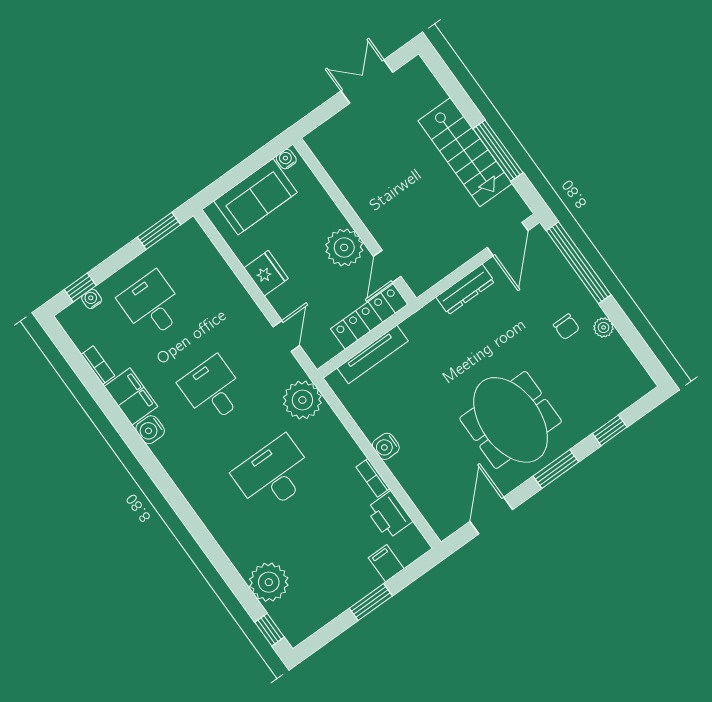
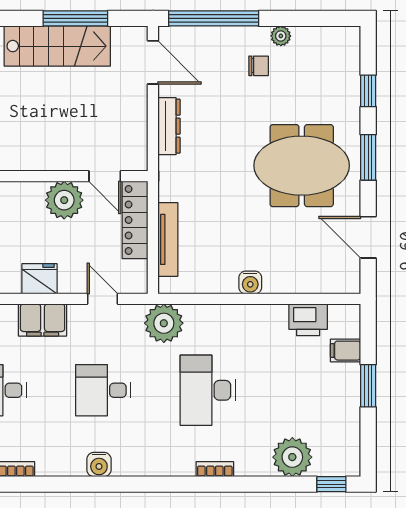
filing cabinet: (131, 396) -> (43, 320), moved, turned 180
bookcase: (373, 478) -> (215, 469), moved, turned 180

